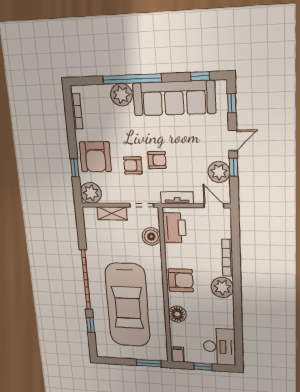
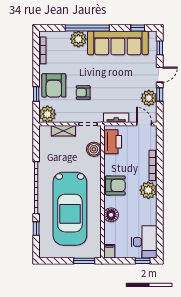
armchair: (157, 160) -> (102, 89), removed
window: (203, 367) -> (143, 261), moved

